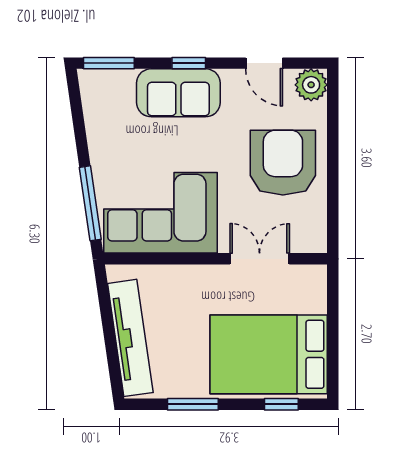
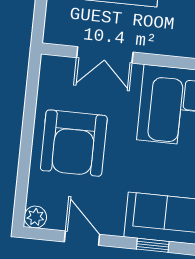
plant: (311, 85) -> (35, 217), width x0.73, depth x0.73

